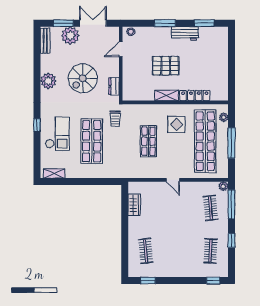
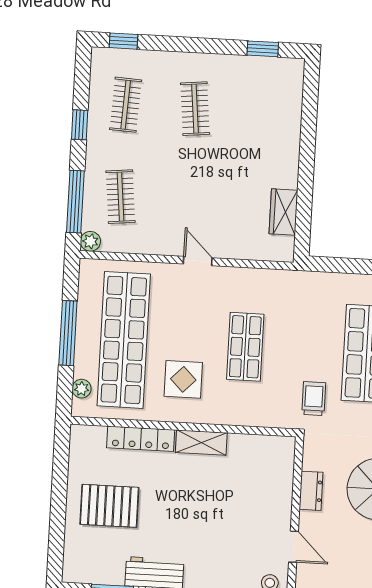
door: (121, 49) -> (293, 547), hinge flipped
pallet: (166, 66) -> (109, 506), moved
dresser: (114, 86) -> (311, 491), moved
clothes rail: (146, 251) -> (195, 109), moved

